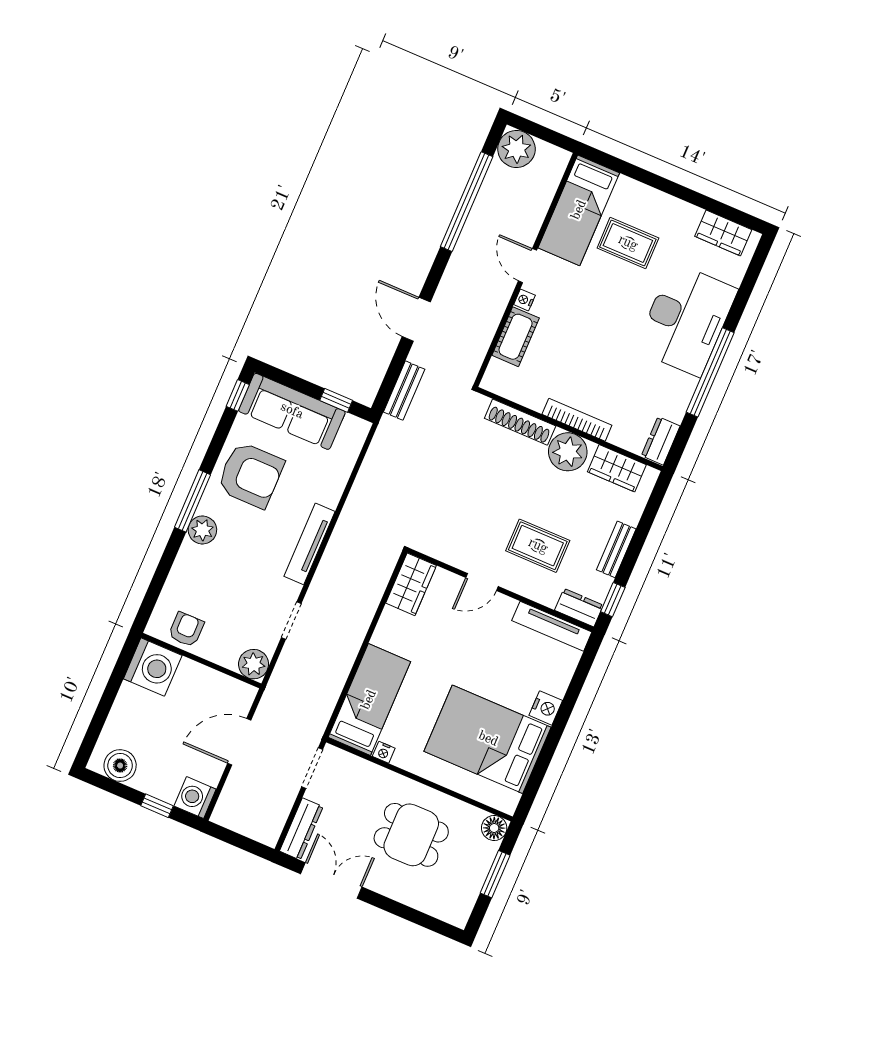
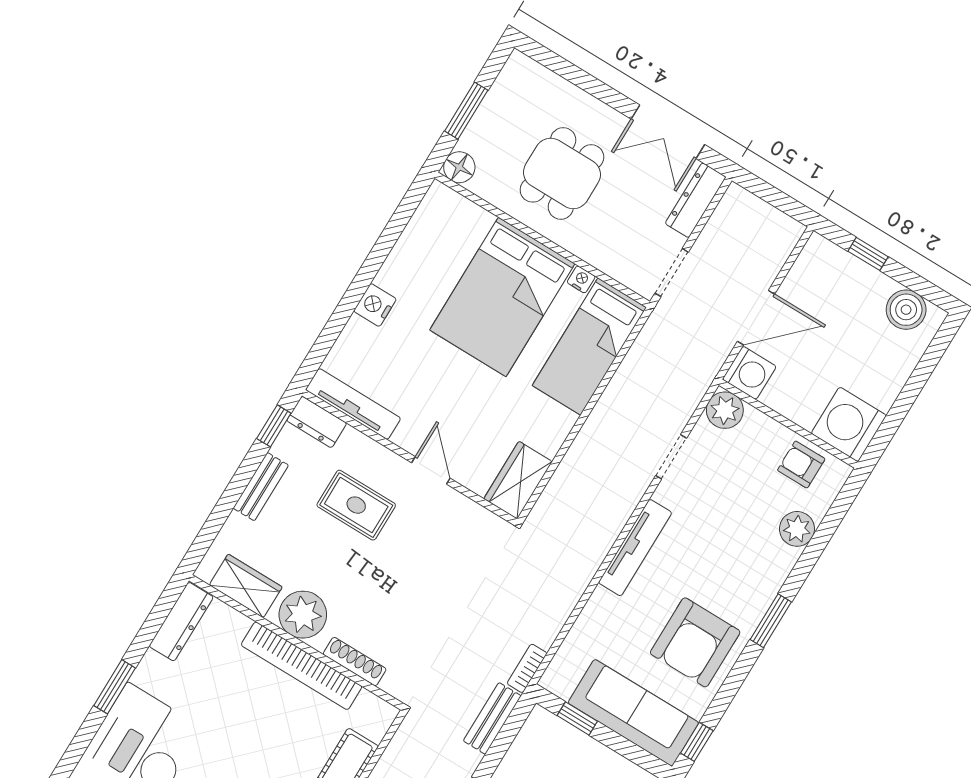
window: (710, 372) -> (115, 687), width x0.47
bookcase: (577, 420) -> (302, 666), width x1.48, depth x1.31
shoe rack: (520, 422) -> (355, 662), width x0.74, depth x0.81
bookcase: (382, 435) -> (527, 668), added
dresser: (661, 441) -> (181, 622), width x1.44
armchair: (251, 475) -> (695, 642), turned -90
window: (193, 501) -> (771, 621), width x0.69
plant: (202, 530) -> (797, 529), moved
door: (482, 582) -> (431, 470), hinge flipped
armchair: (186, 629) -> (801, 465), turned 90
bed: (488, 739) -> (502, 297), moved, turned 90
washing machine: (195, 798) -> (749, 373), moved
dining table: (411, 835) -> (562, 173), turned 90

